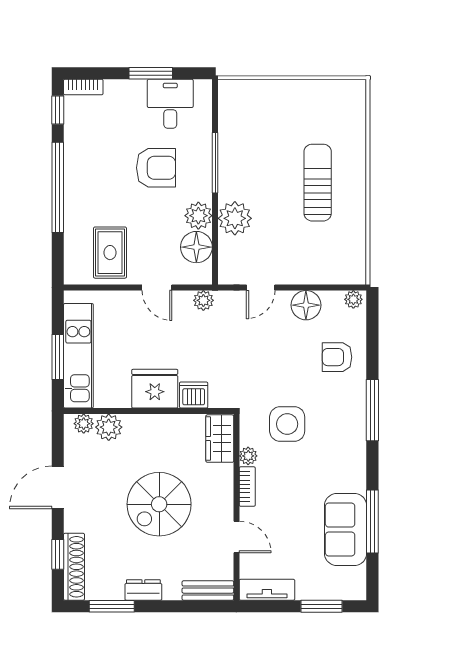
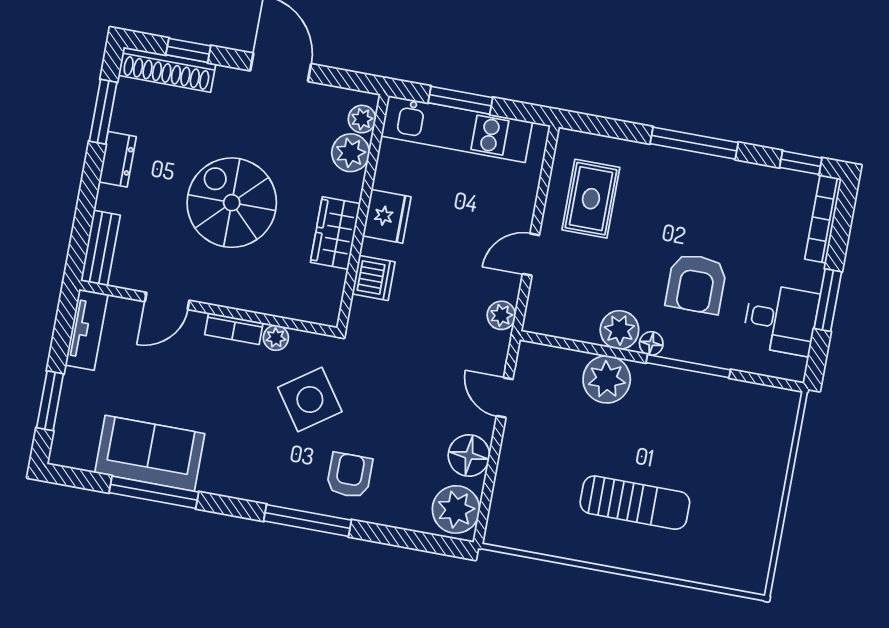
bookcase: (83, 87) -> (823, 219), width x1.56
window: (58, 187) -> (694, 143), width x0.68
floor lamp: (196, 247) -> (651, 343), moved, width x0.53, depth x0.53
rug: (110, 253) -> (591, 199), turned 90
plant: (353, 299) -> (456, 509), width x1.88, depth x1.88
armchair: (337, 357) -> (349, 475), moved
fridge: (155, 389) -> (387, 216), width x0.73, depth x0.75
side table: (287, 424) -> (310, 399), turned -35
wardrobe: (220, 439) -> (335, 233), moved, turned -90

